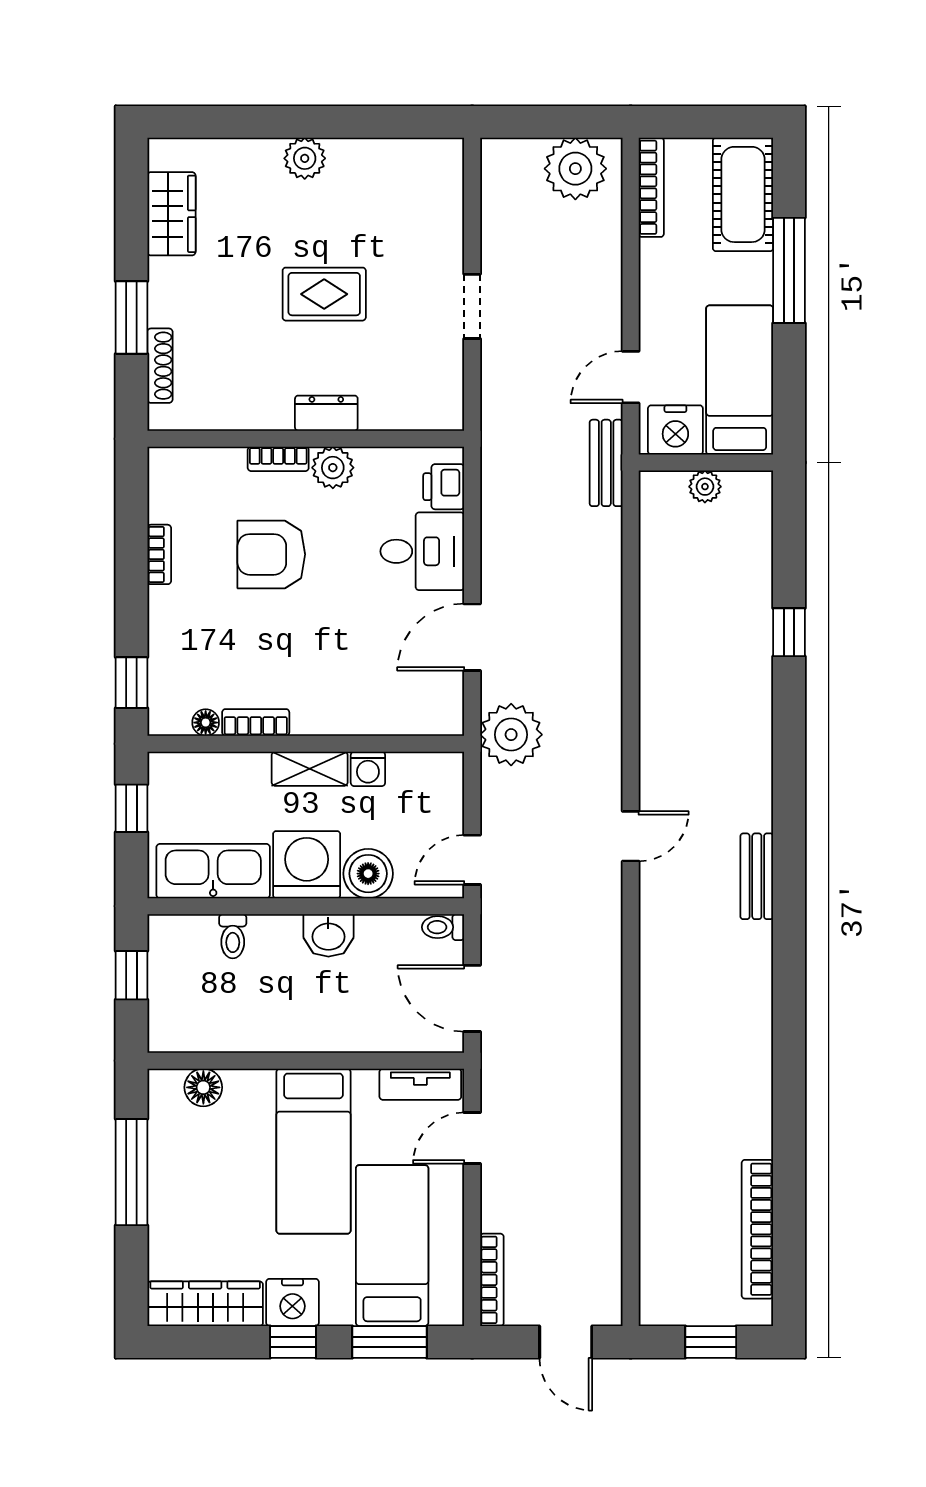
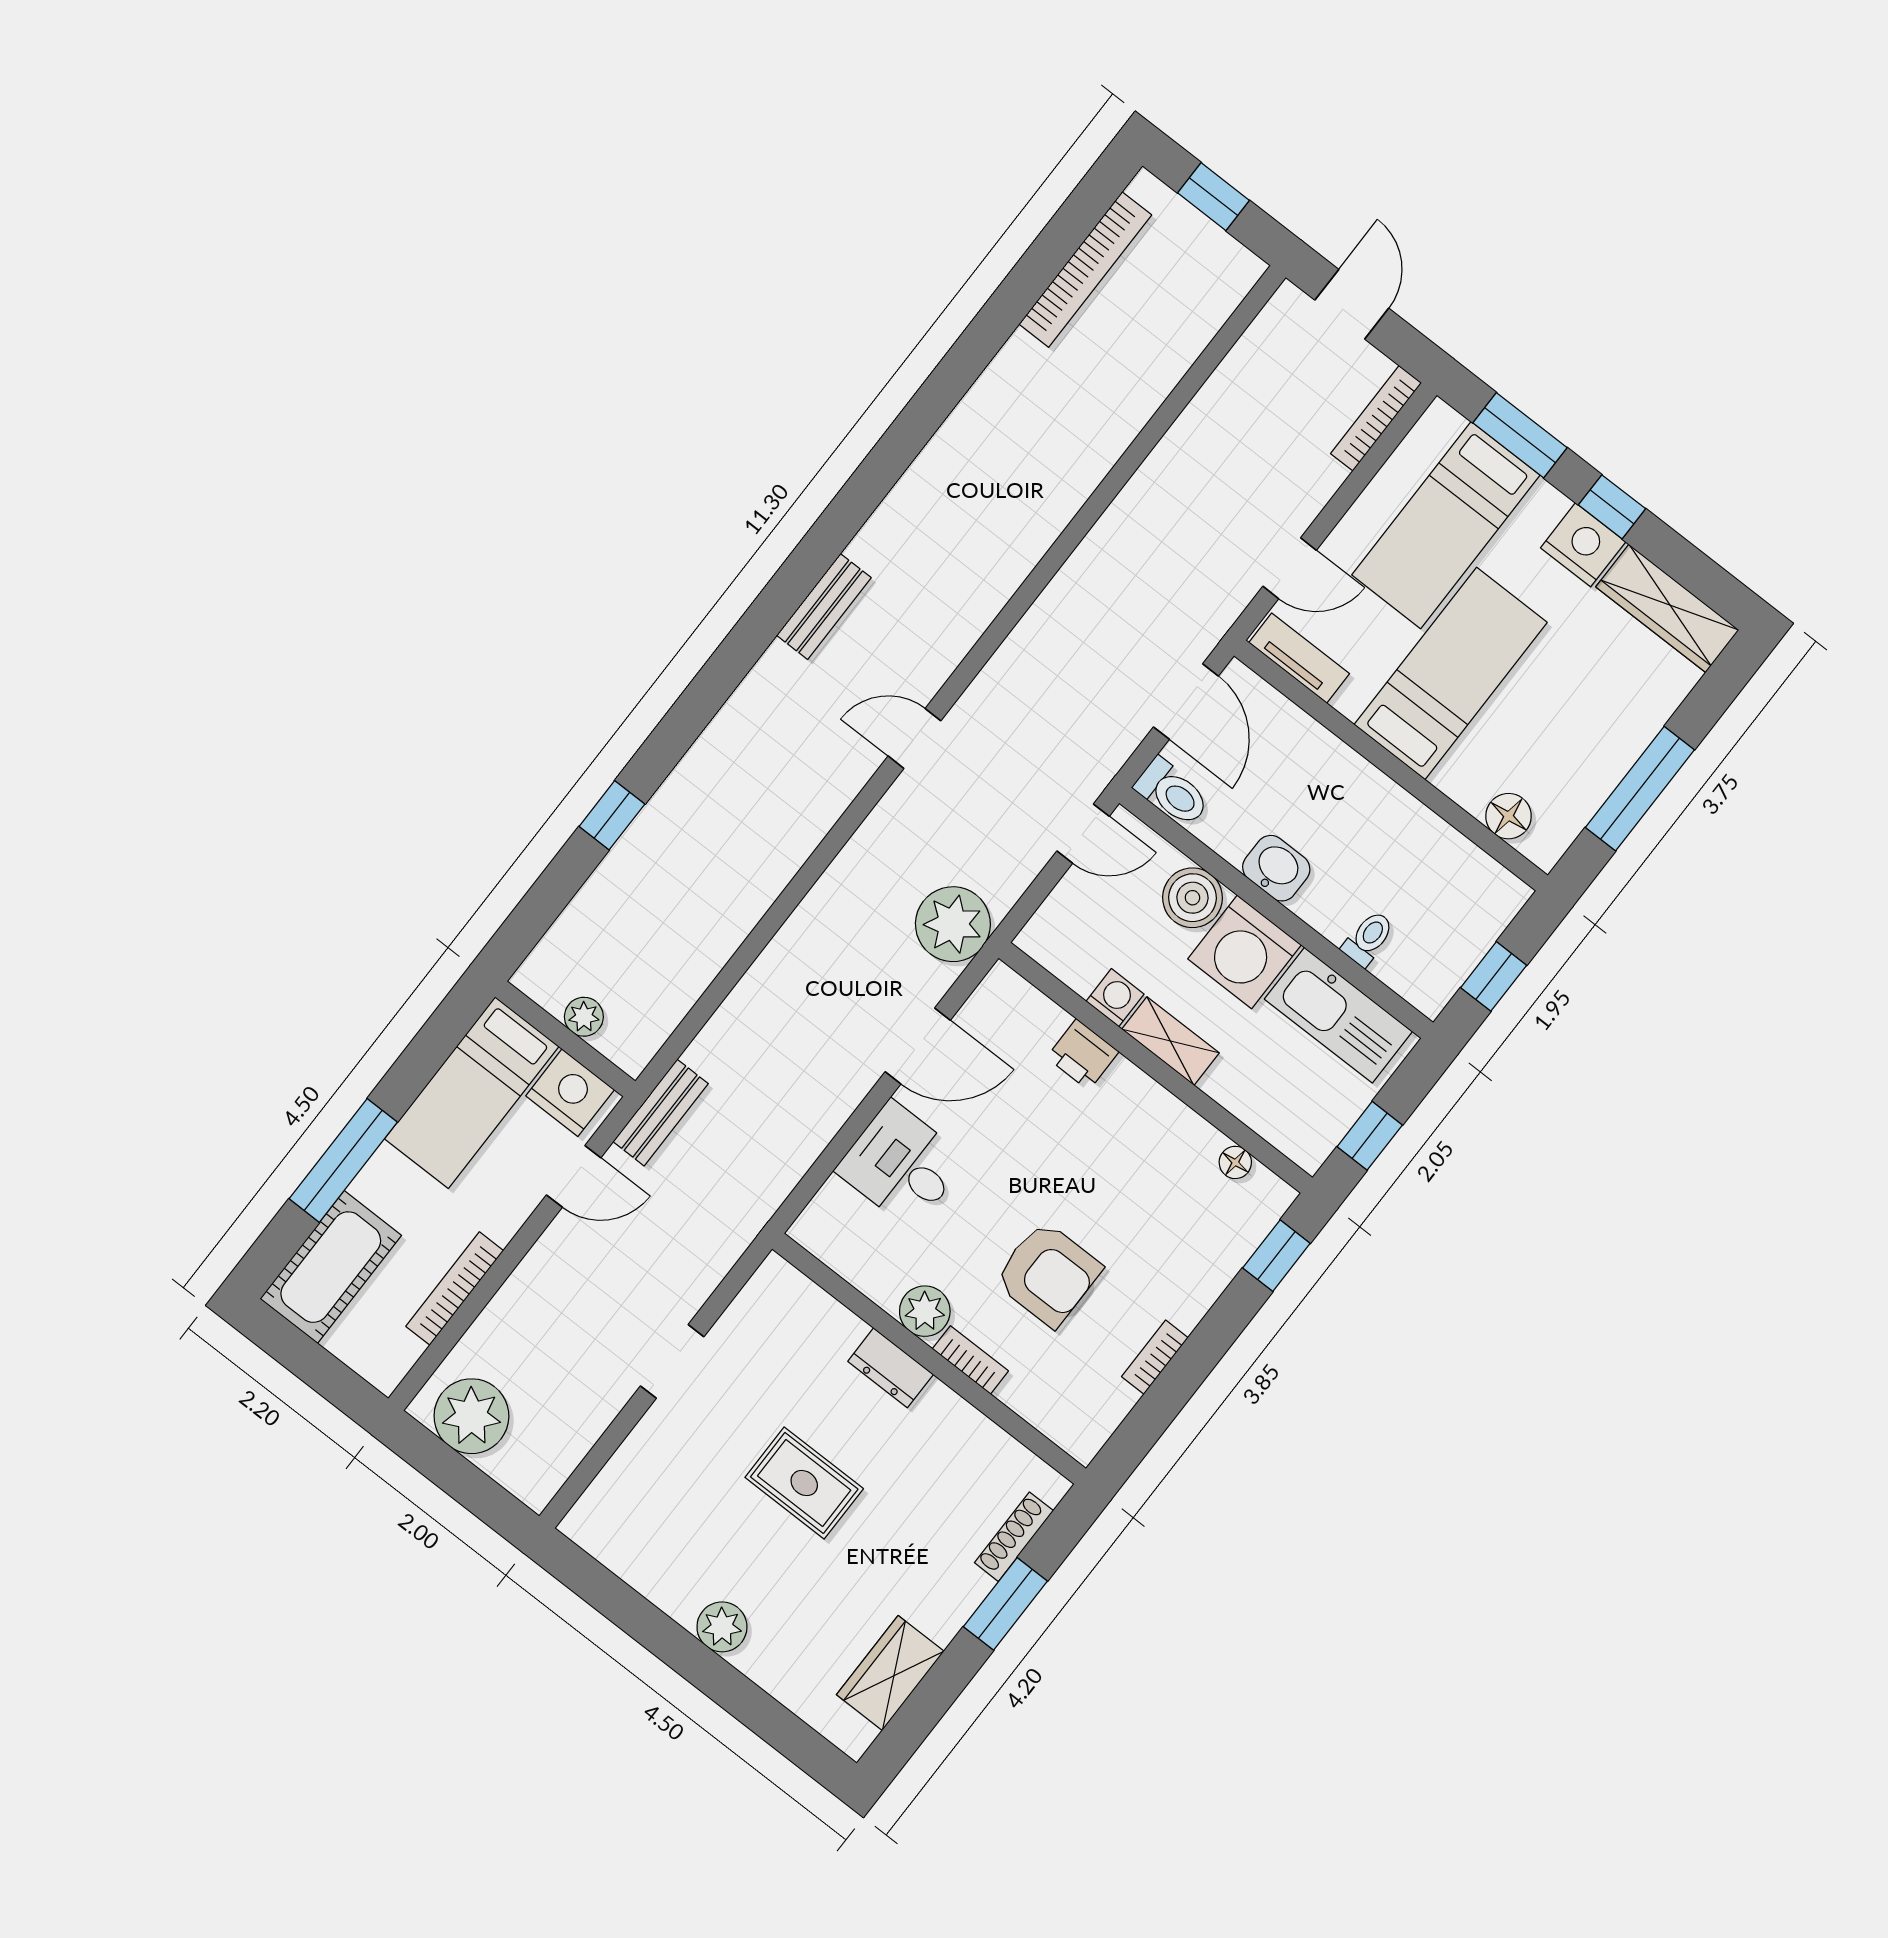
bookcase: (651, 187) -> (455, 1288), moved
printer: (444, 487) -> (1083, 1055), moved, turned 90
bookcase: (256, 722) -> (1187, 1125), removed
toilet: (443, 927) -> (1172, 792), width x1.37, depth x1.39

